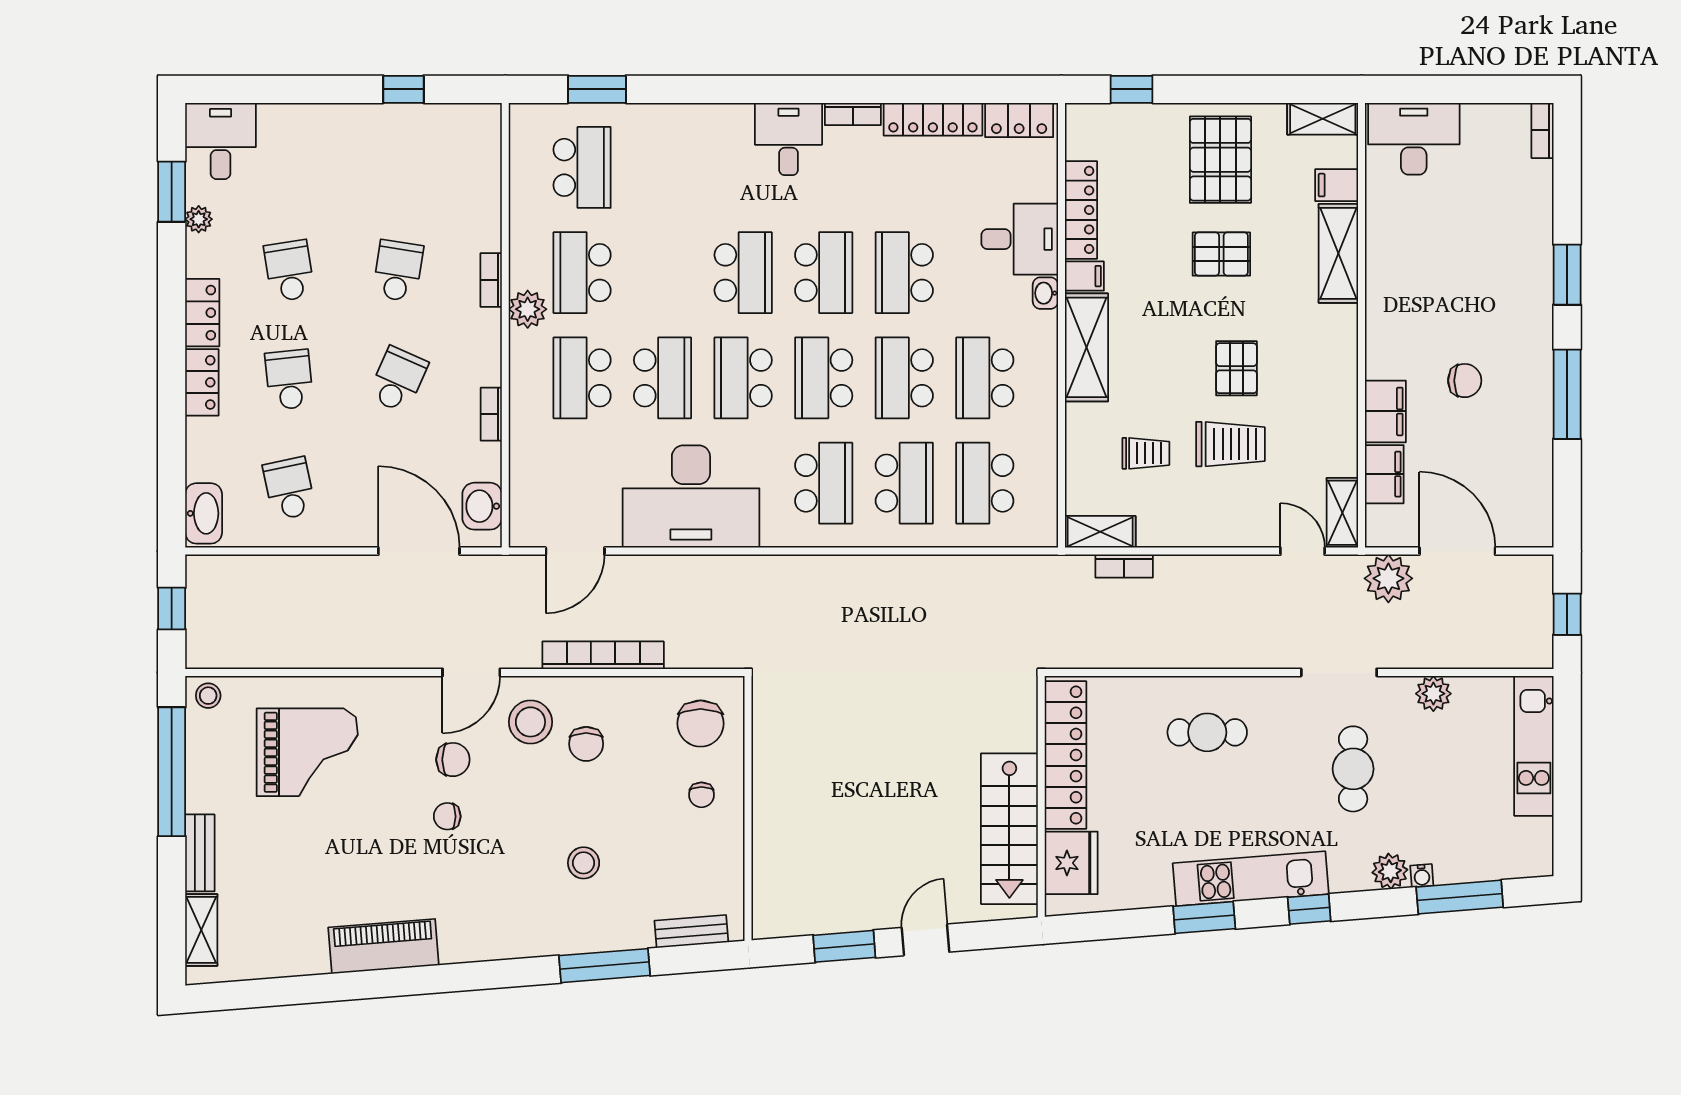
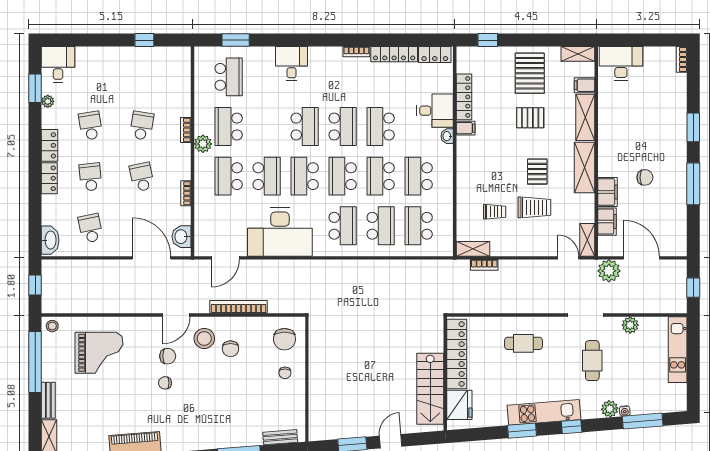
desk: (789, 139) -> (292, 63), moved
shelving: (1086, 347) -> (584, 168), moved
school desk: (398, 380) -> (142, 177), turned -36
stool: (584, 863) -> (229, 405), removed

